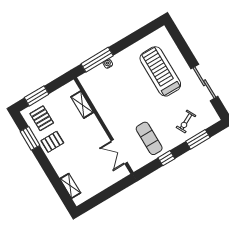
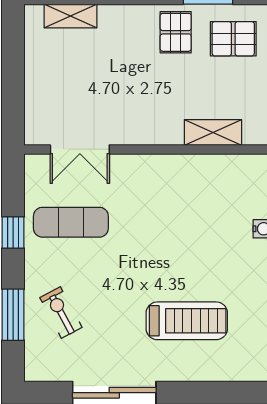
treadmill: (160, 71) -> (187, 321), width x0.73, depth x0.73
double door: (119, 152) -> (80, 149), swing flipped

